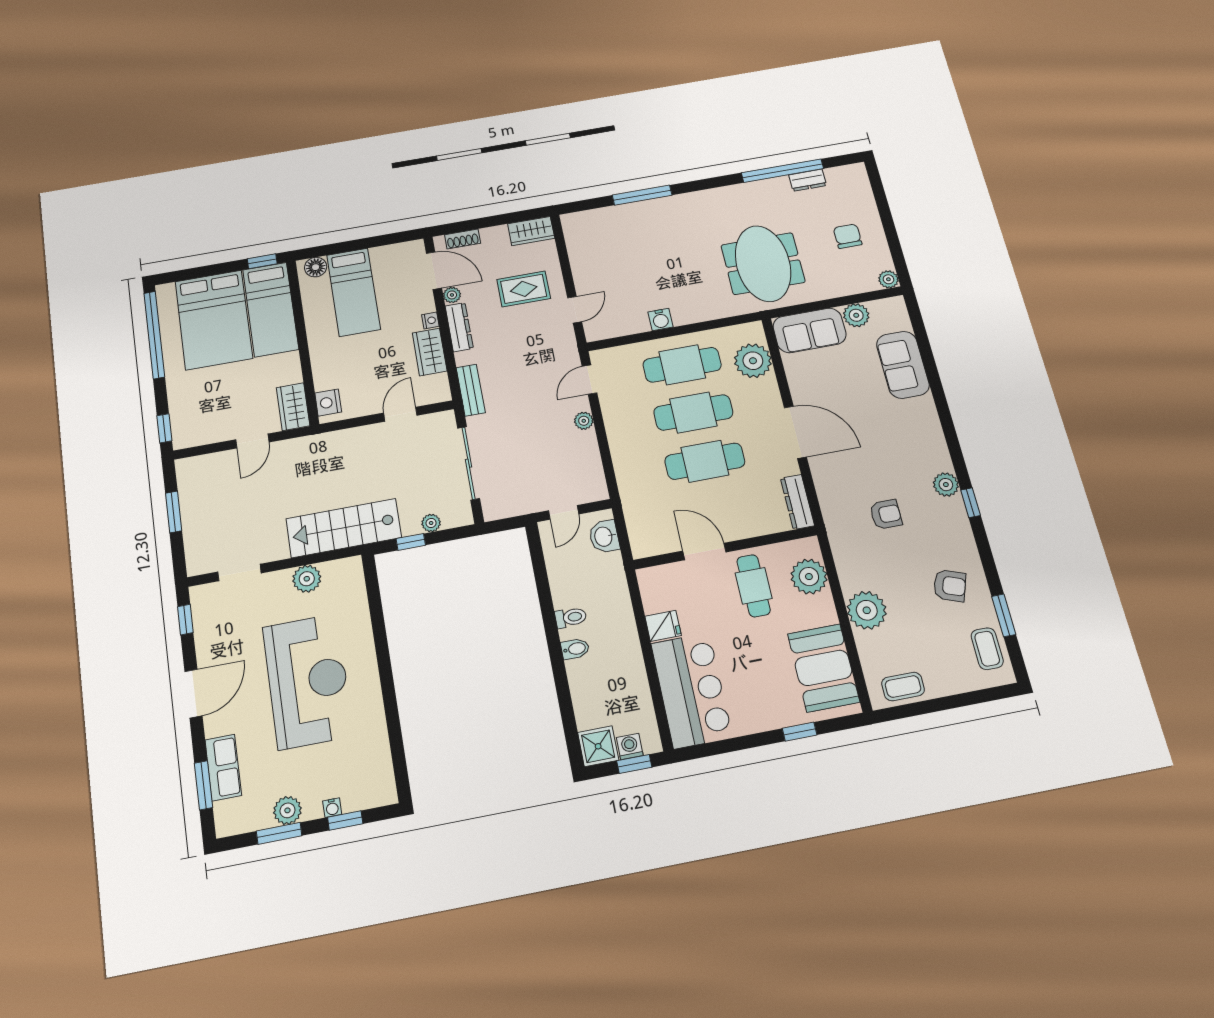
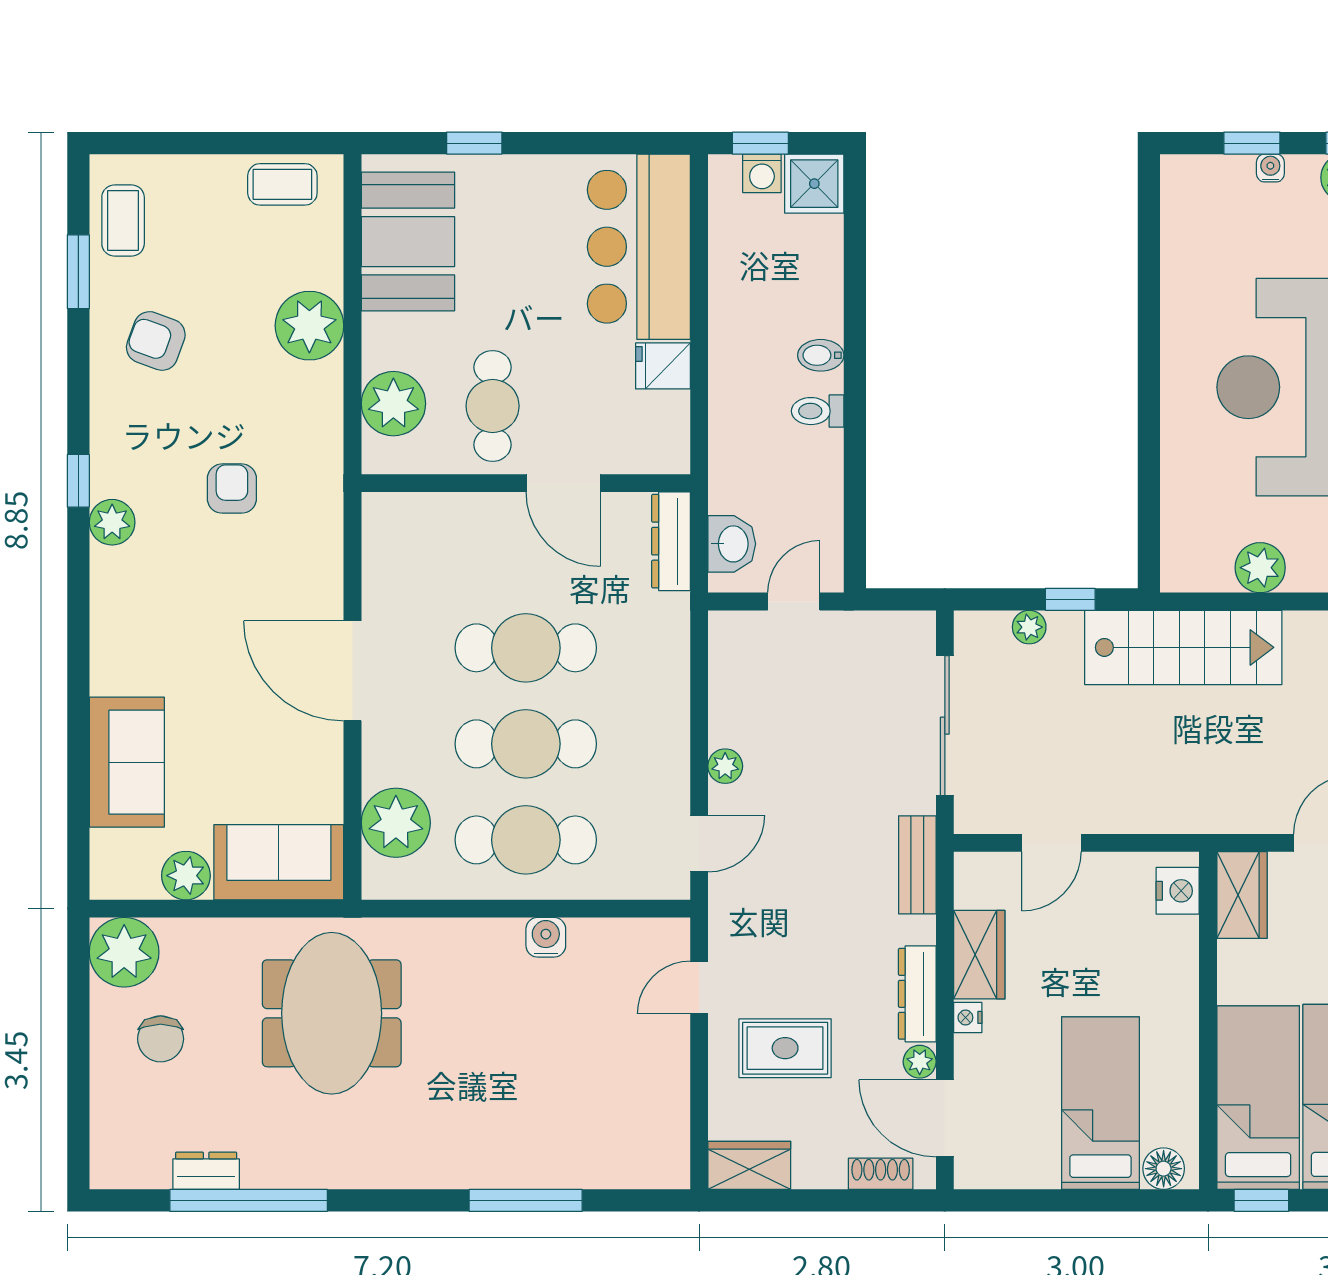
plant: (888, 279) -> (124, 952), width x1.87, depth x1.87
dresser: (797, 502) -> (671, 541), moved, turned 180
armchair: (886, 514) -> (232, 489), turned 90

